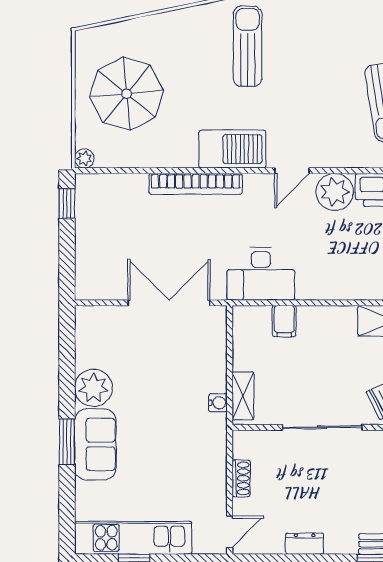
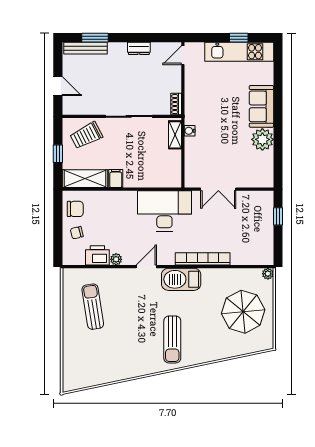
plant: (335, 192) -> (116, 259), width x0.53, depth x0.53
window: (67, 203) -> (278, 216), moved
desk: (261, 274) -> (164, 211), width x1.36, depth x1.30
double door: (169, 303) -> (218, 189), width x0.73
filing cabinet: (284, 321) -> (116, 179), moved
window: (67, 442) -> (278, 108), removed
shoe rack: (241, 478) -> (176, 104), moved

